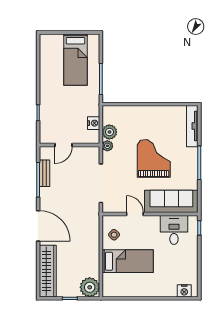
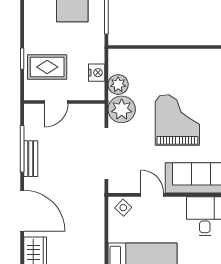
rug: (57, 119) -> (47, 67), added
plant: (107, 146) -> (122, 109), width x1.87, depth x1.87
bench: (45, 173) -> (31, 159), moved
side table: (114, 235) -> (123, 208), moved

